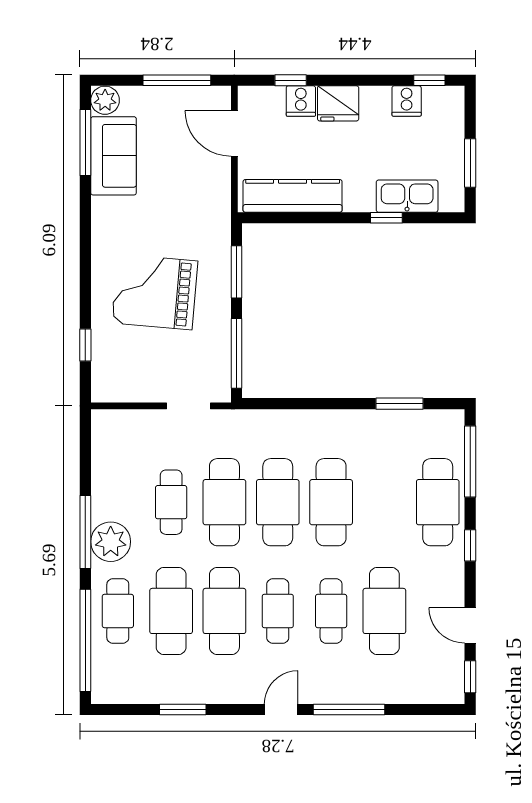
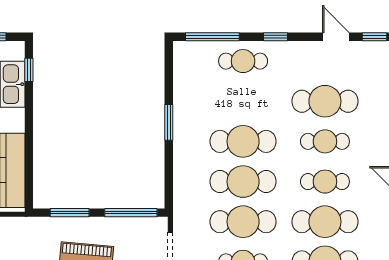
window: (386, 218) -> (29, 70), moved
window: (400, 404) -> (169, 122), moved
cafe table: (438, 502) -> (243, 61), width x0.73, depth x0.74
door: (470, 625) -> (336, 37), swing flipped

